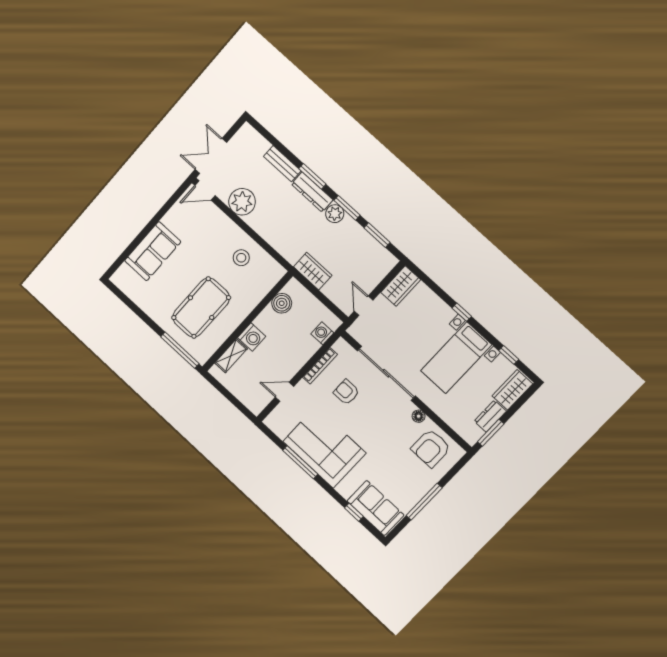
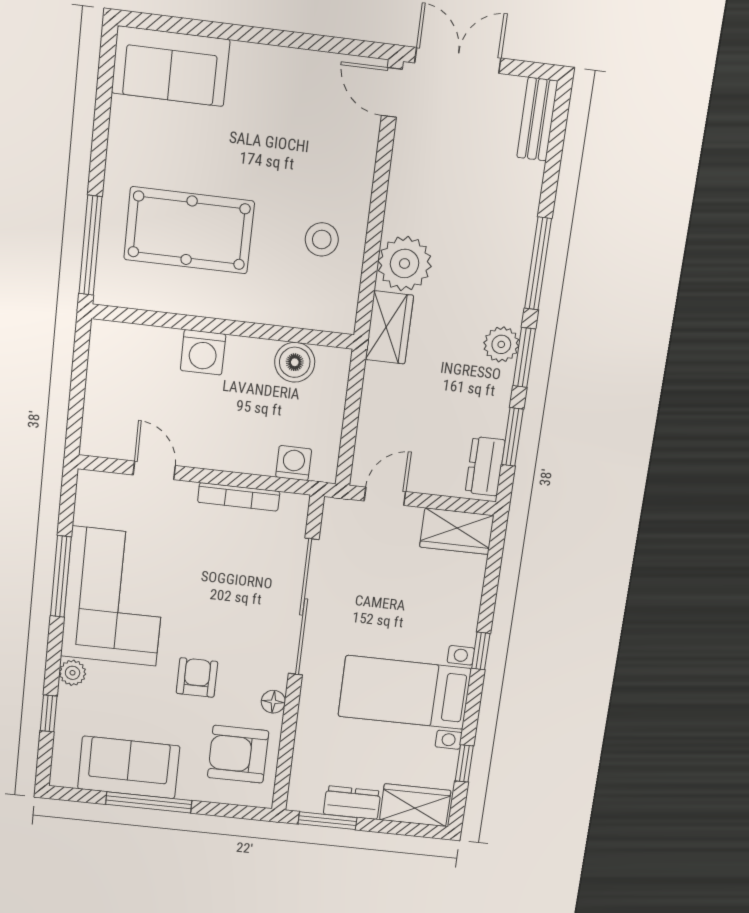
bench: (282, 164) -> (537, 119), moved
window: (312, 176) -> (538, 264), width x1.44
dresser: (312, 192) -> (485, 466), moved, width x0.70
plant: (242, 202) -> (405, 263), moved
sofa: (153, 251) -> (171, 66), moved
wardrobe: (313, 271) -> (389, 327), moved
shelving: (231, 356) -> (146, 340), removed
armchair: (346, 392) -> (197, 677), moved
plant: (344, 489) -> (73, 673), added
sofa: (375, 508) -> (129, 767), moved, turned -90

